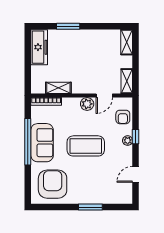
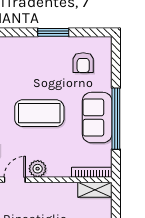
shelving: (58, 88) -> (95, 190), moved
armchair: (53, 184) -> (83, 63), width x0.53, depth x0.53
window: (90, 207) -> (53, 32), moved

